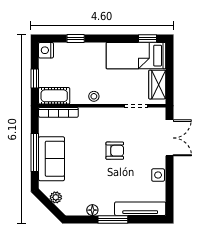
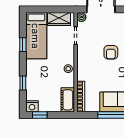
window: (147, 38) -> (23, 45), moved
window: (35, 78) -> (40, 115), moved
plant: (160, 113) -> (82, 17), added
armchair: (115, 151) -> (111, 52), turned 180

